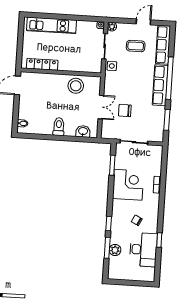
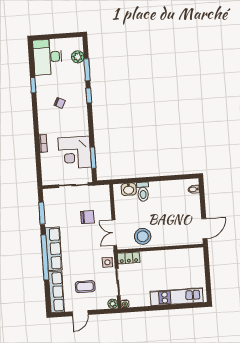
locker: (42, 64) -> (129, 258), moved, width x0.66
double door: (101, 107) -> (114, 233), moved
toilet: (59, 127) -> (143, 192), moved
corner desk: (128, 185) -> (75, 153), moved
plant: (115, 250) -> (78, 57), moved
desk: (143, 250) -> (48, 57), moved

